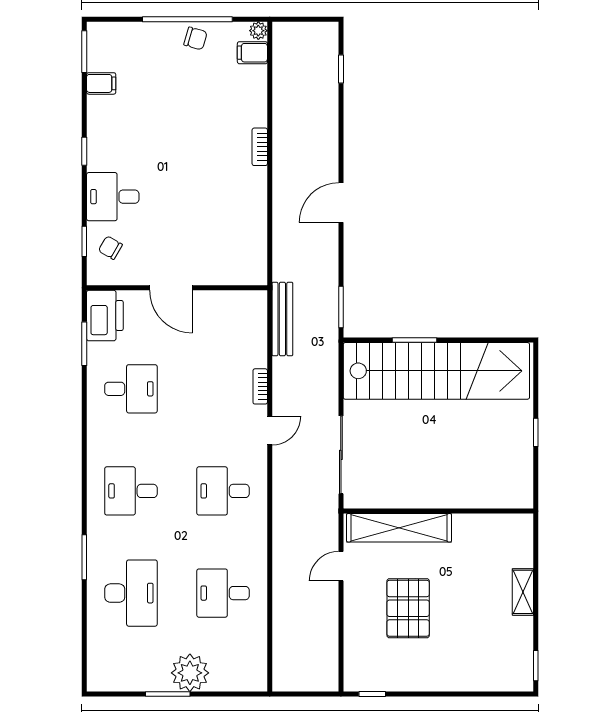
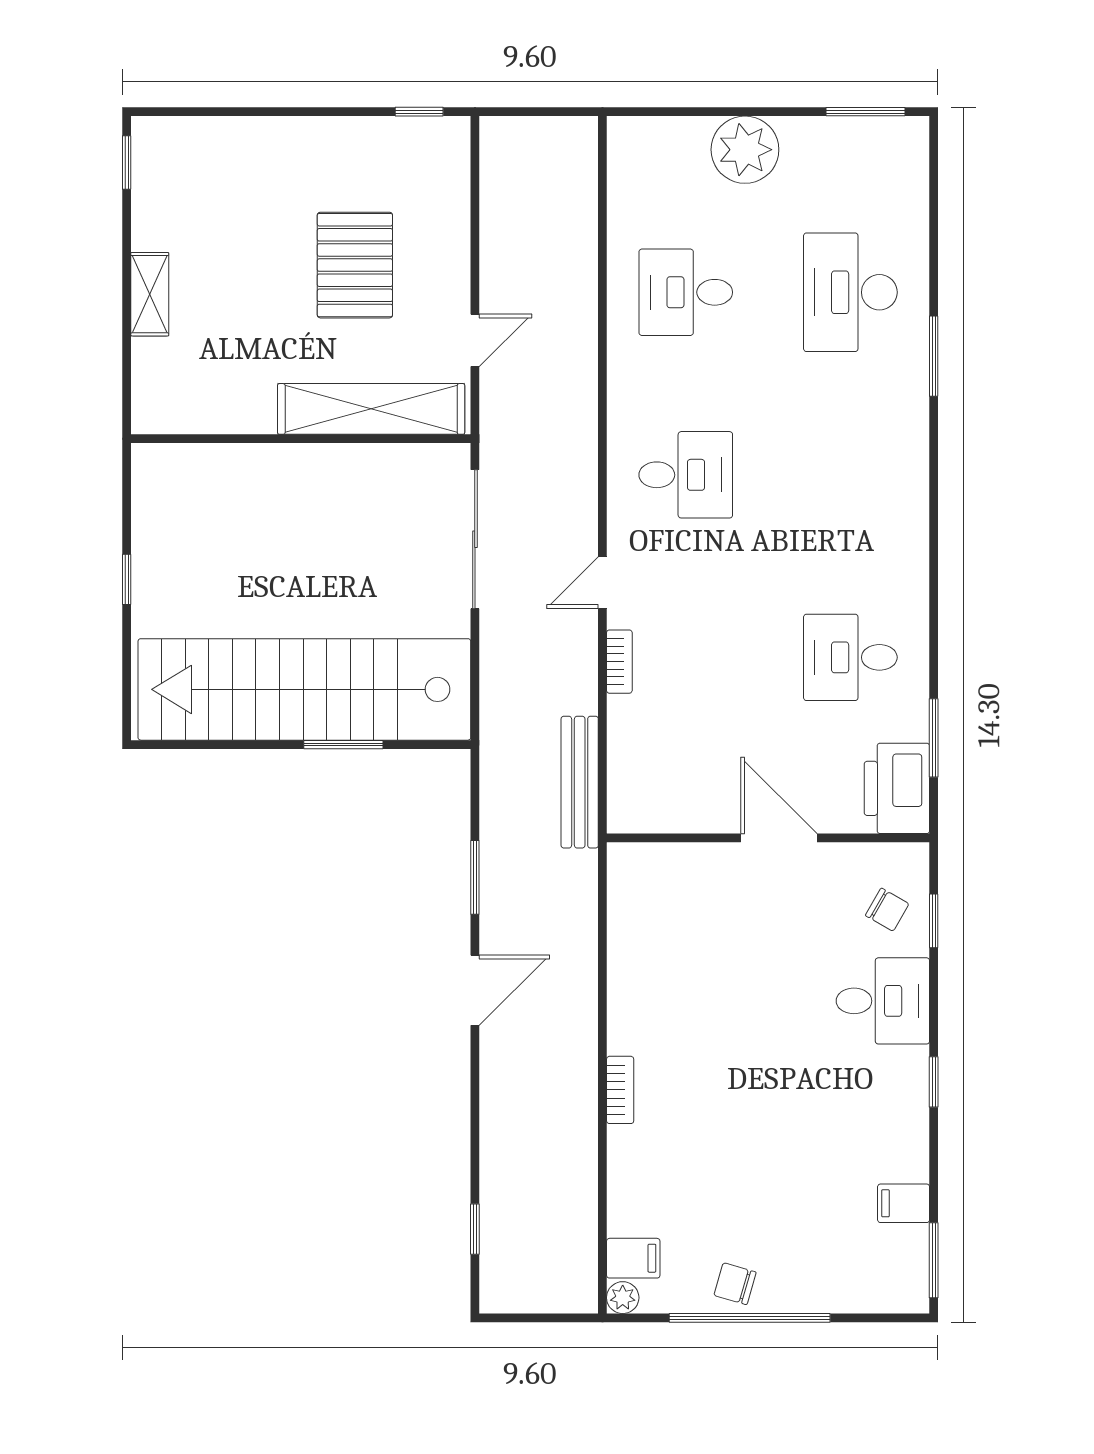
window: (341, 307) -> (475, 877), moved
desk: (131, 491) -> (850, 475), removed
desk: (223, 593) -> (686, 292), turned 180
window: (168, 694) -> (866, 112), moved

